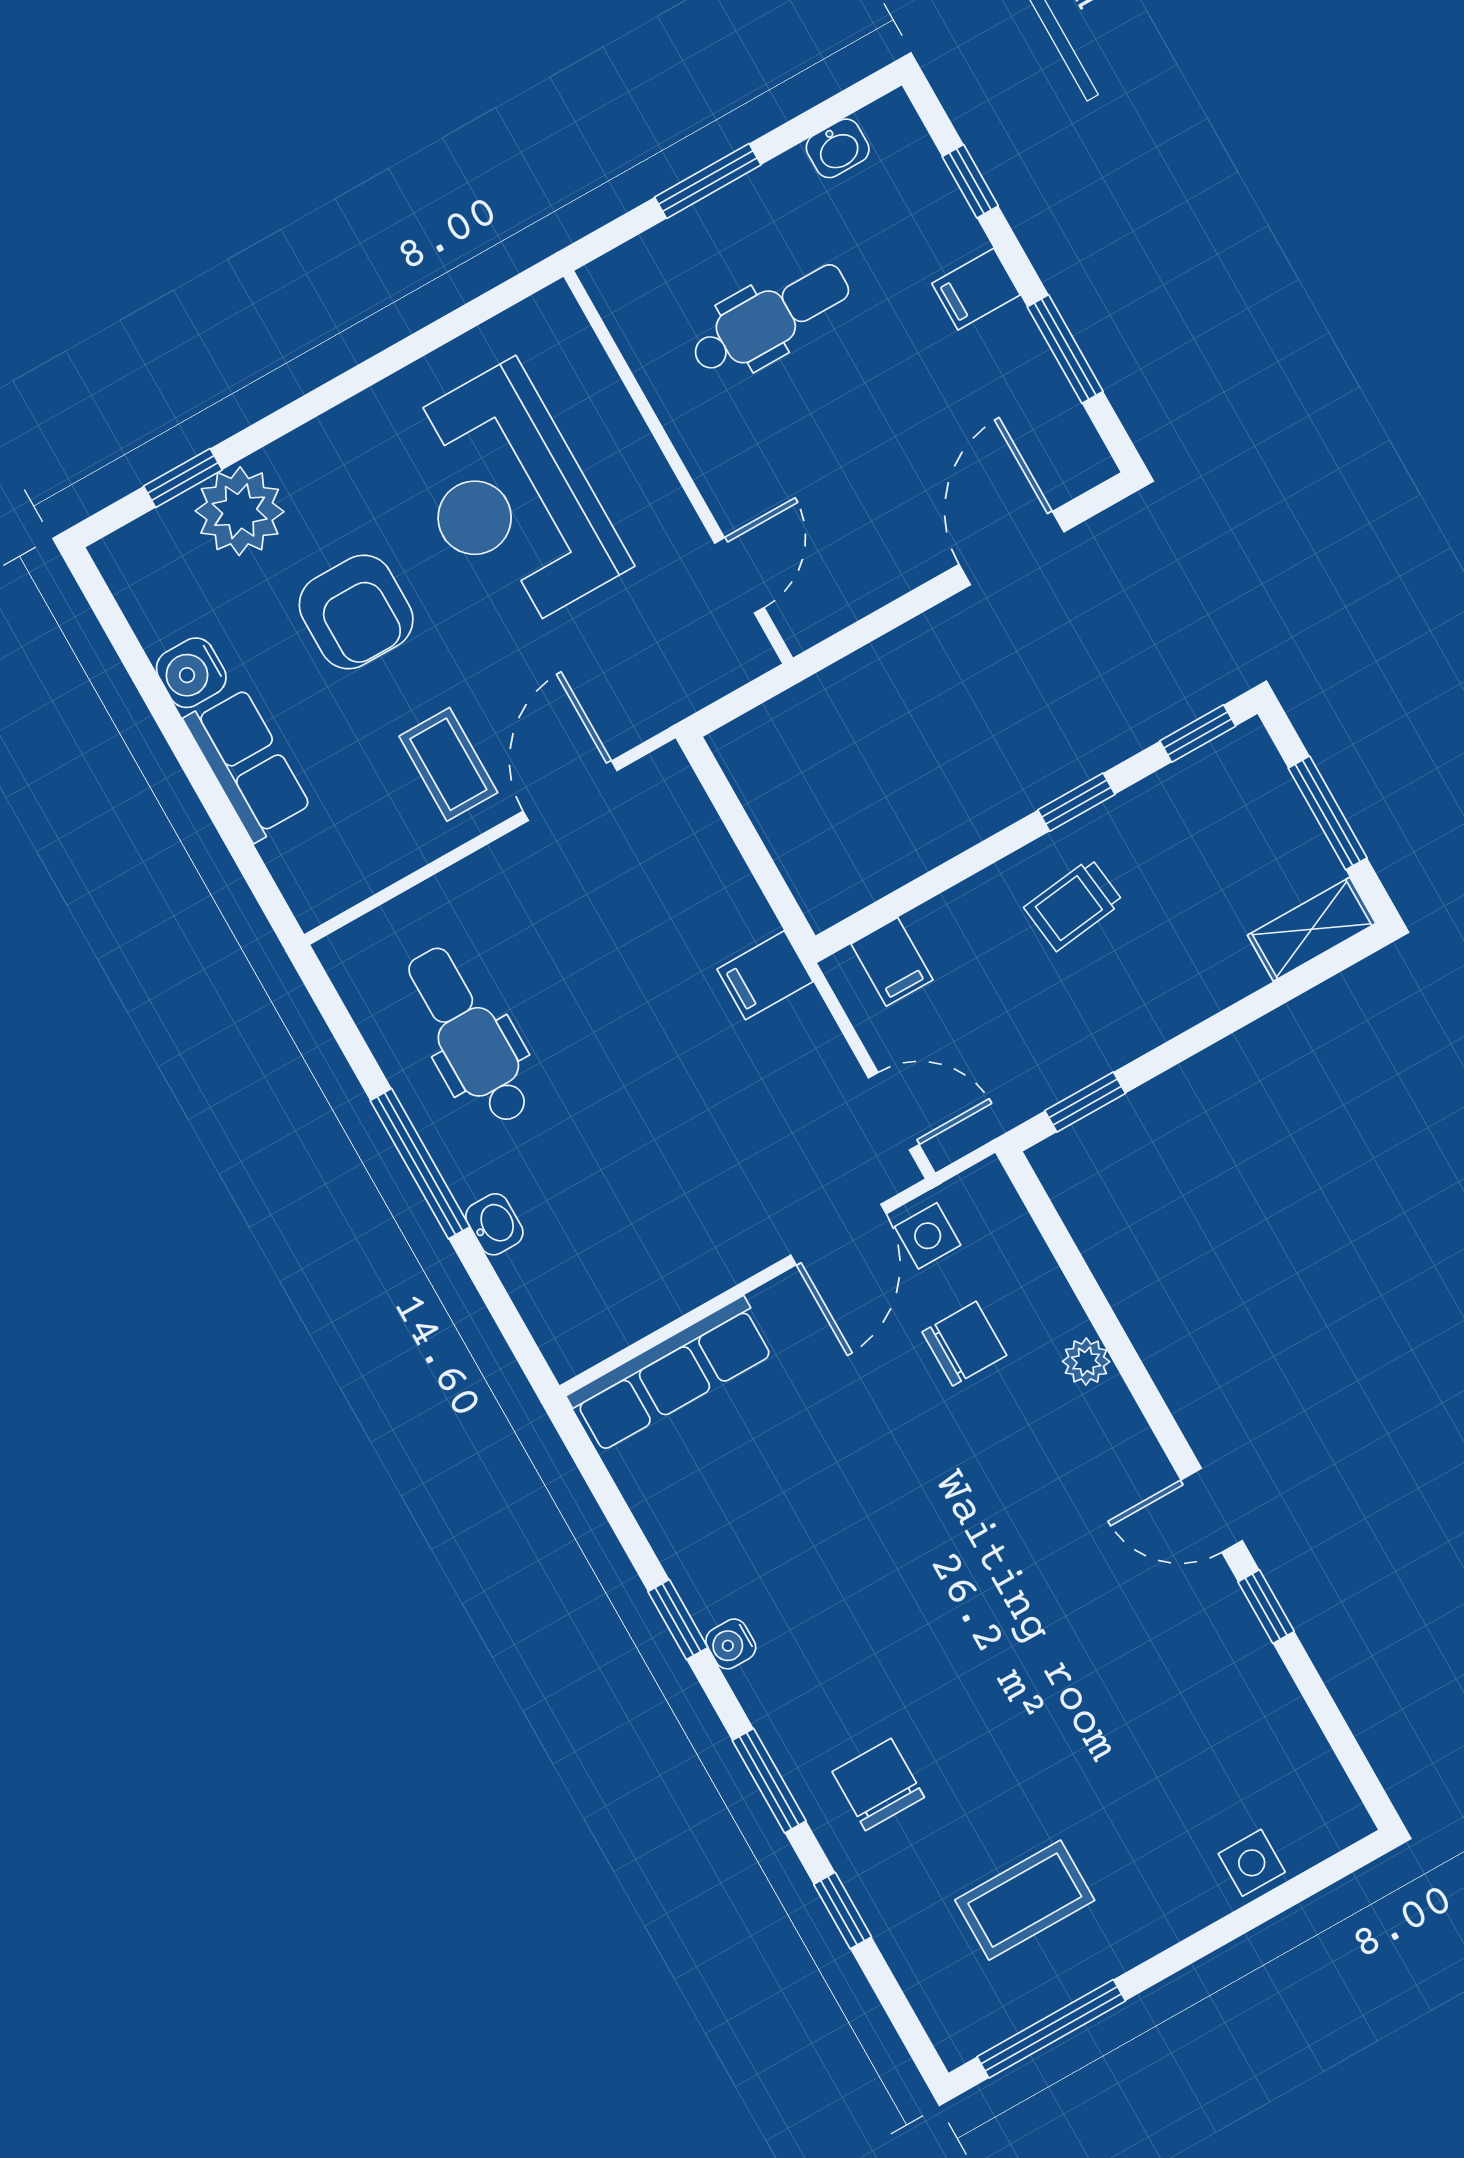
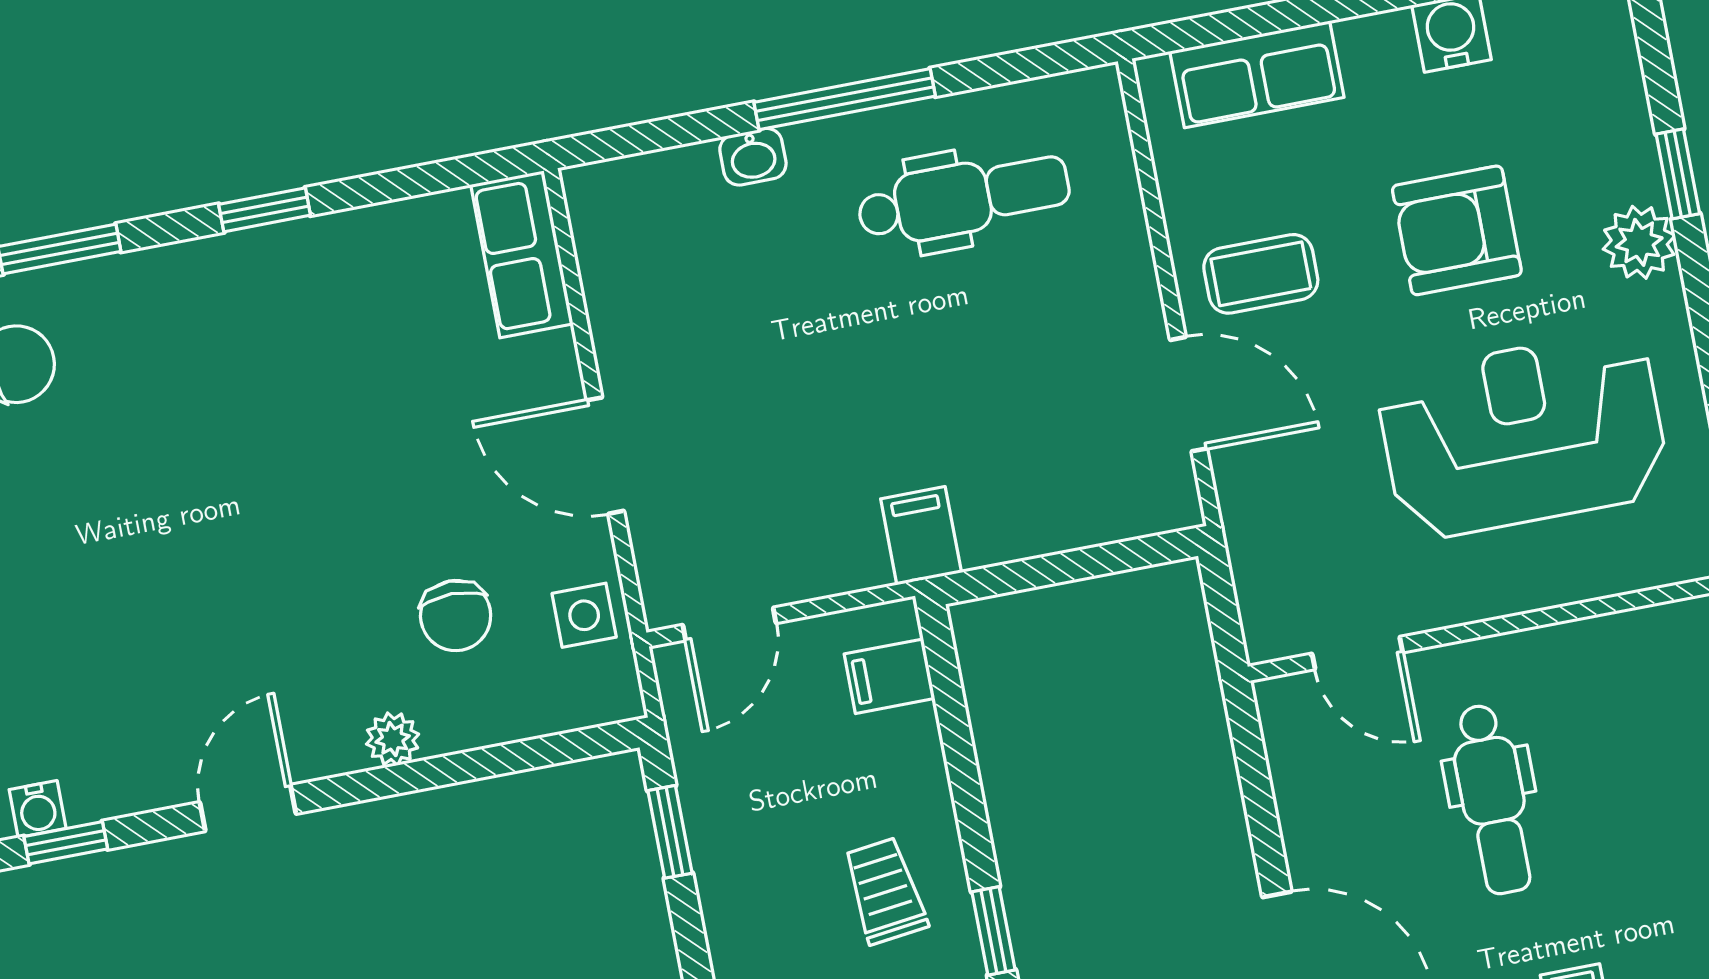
dental chair: (770, 319) -> (1493, 799), moved
window: (183, 478) -> (1678, 174), moved
plant: (240, 511) -> (1639, 242), moved, width x0.73, depth x0.73
row of seats: (248, 764) -> (1257, 74), moved
door: (839, 1234) -> (605, 456), moved
row of seats: (671, 1374) -> (522, 254), width x0.68
door: (1212, 1510) -> (248, 808), moved
water cooler: (731, 1644) -> (38, 809), moved, turned 180

